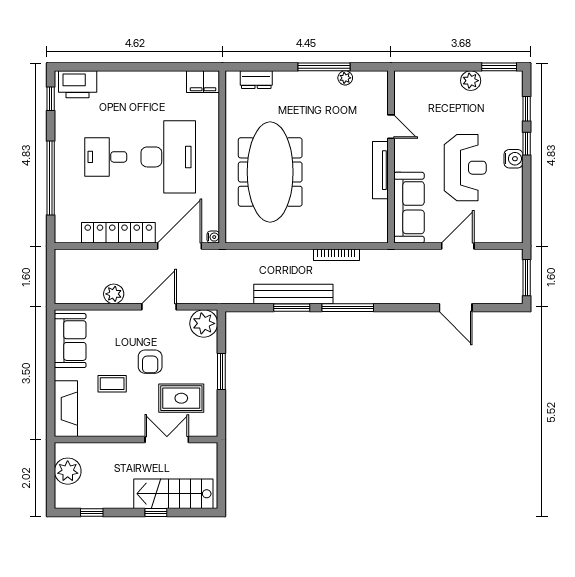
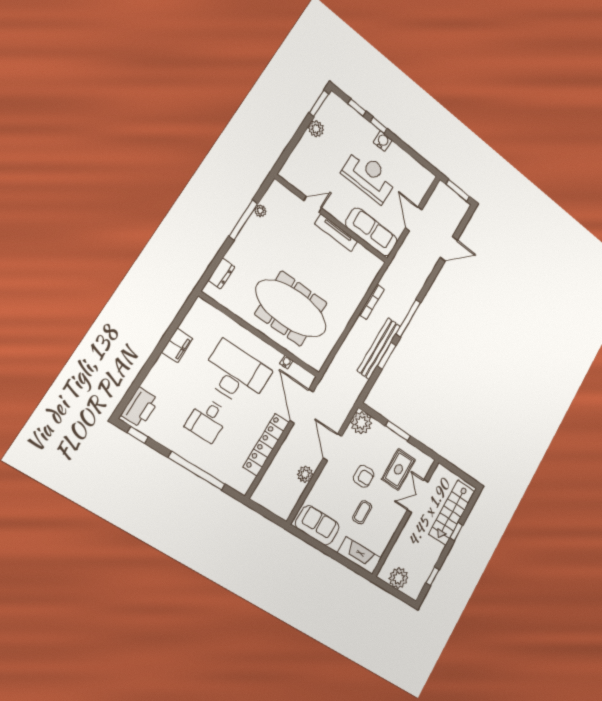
filing cabinet: (203, 82) -> (177, 345), moved
water cooler: (213, 237) -> (286, 362), moved

